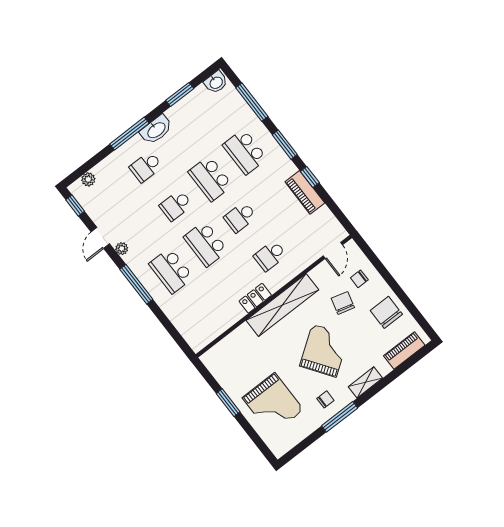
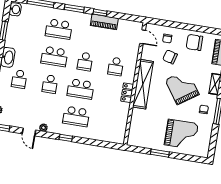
window: (136, 284) -> (66, 138), width x0.46

